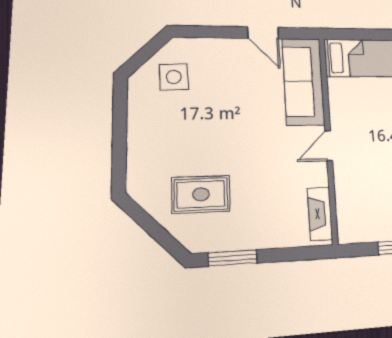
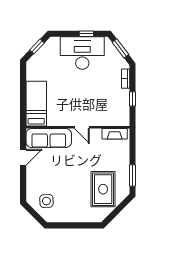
rug: (201, 194) -> (103, 189), width x1.36, depth x1.43

